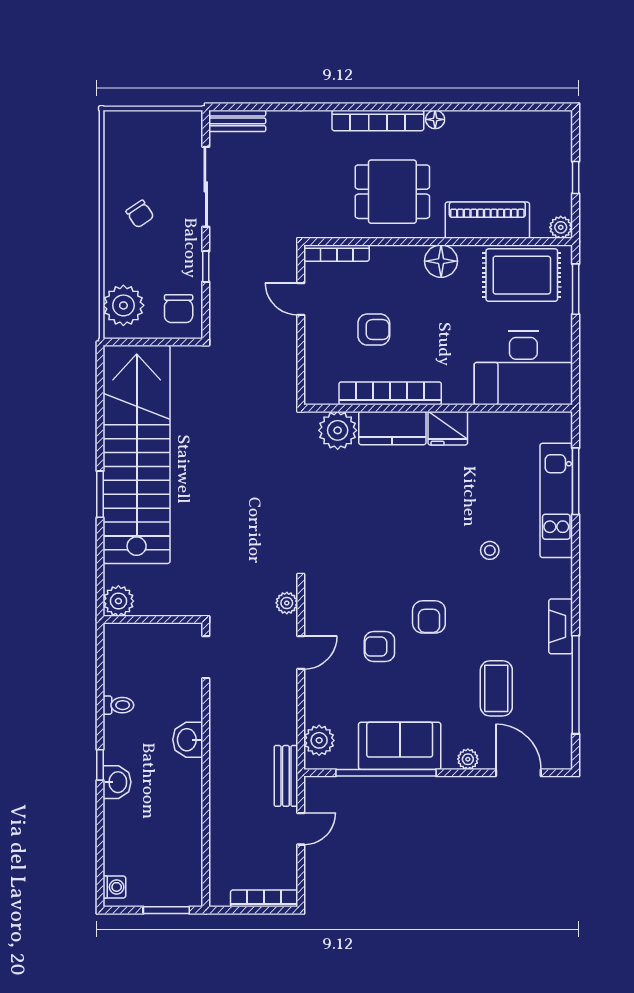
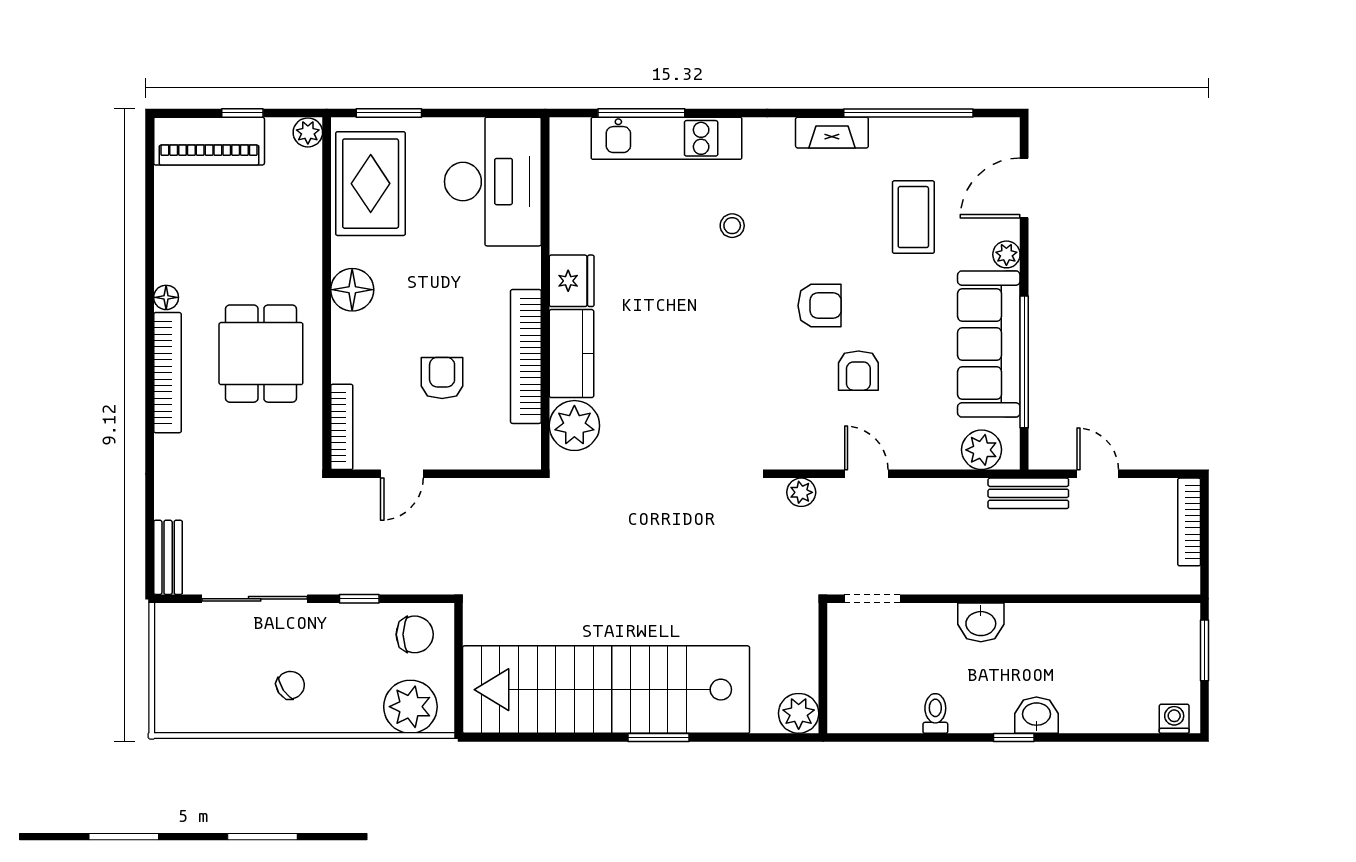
piano: (487, 220) -> (209, 141), moved, turned -90
coffee table: (496, 688) -> (913, 217), turned 90
sofa: (400, 746) -> (989, 344), width x1.36

